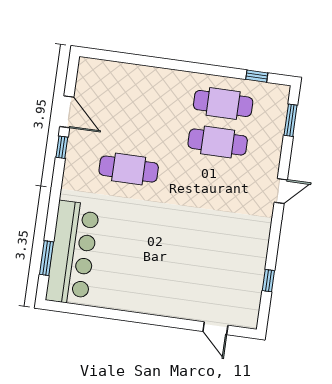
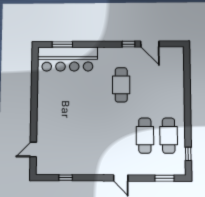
door: (67, 112) -> (150, 44), hinge flipped

